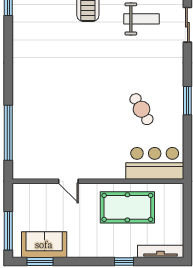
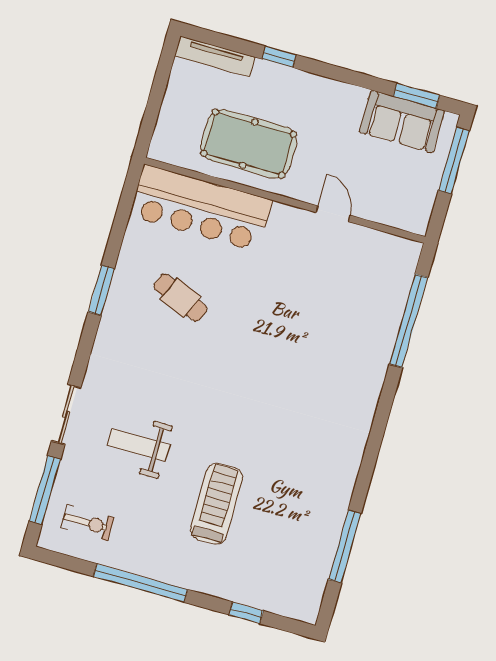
cafe table: (141, 109) -> (180, 298), turned -37
bar counter: (155, 163) -> (201, 208), width x1.36

